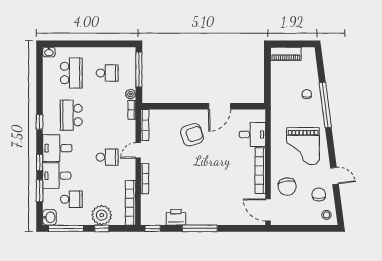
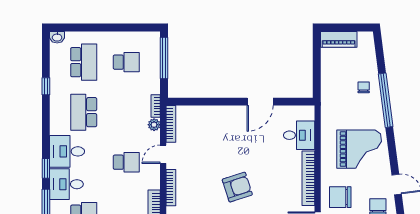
plant: (131, 94) -> (154, 125), moved
window: (40, 122) -> (46, 86), moved
armchair: (192, 135) -> (237, 187), moved
grand piano: (303, 146) -> (359, 149), turned -90
chair: (287, 187) -> (340, 197), turned 98

